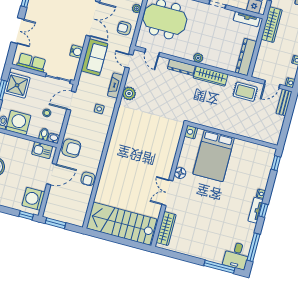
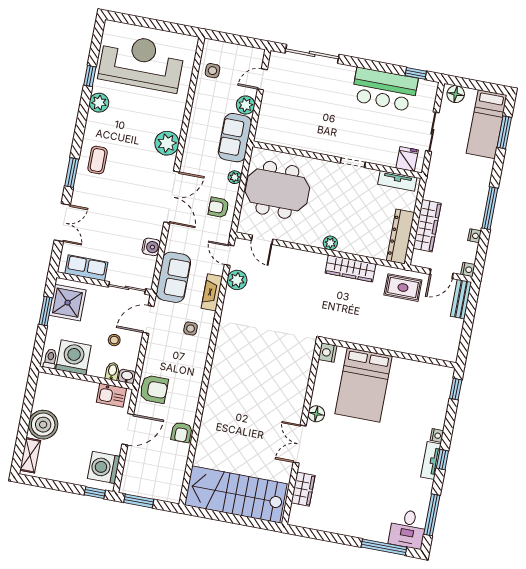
wardrobe: (272, 25) -> (427, 226), moved
sofa: (94, 57) -> (173, 277), moved
dresser: (181, 67) -> (307, 258), removed
plant: (129, 94) -> (237, 280), moved
wardrobe: (166, 229) -> (303, 489), width x0.67

